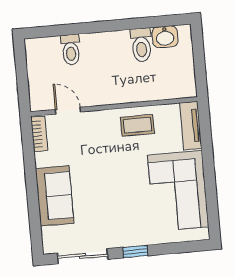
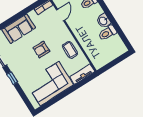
washbasin: (165, 37) -> (103, 21), moved
armchair: (111, 175) -> (41, 50), added

